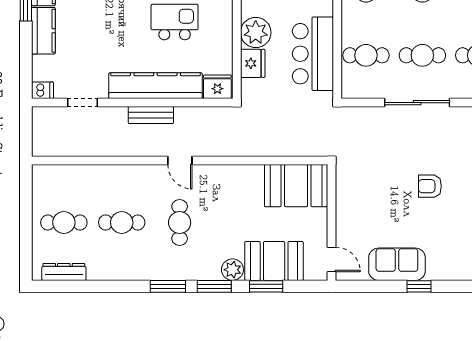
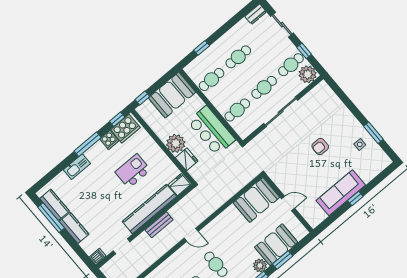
door: (331, 259) -> (288, 203), moved
sofa: (397, 264) -> (341, 193), width x1.36

